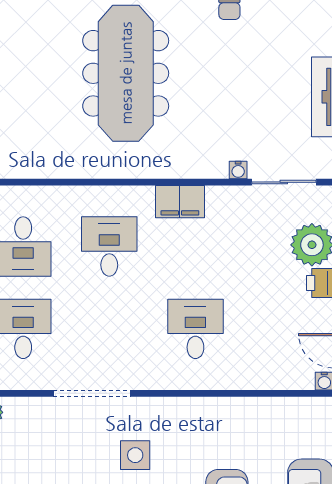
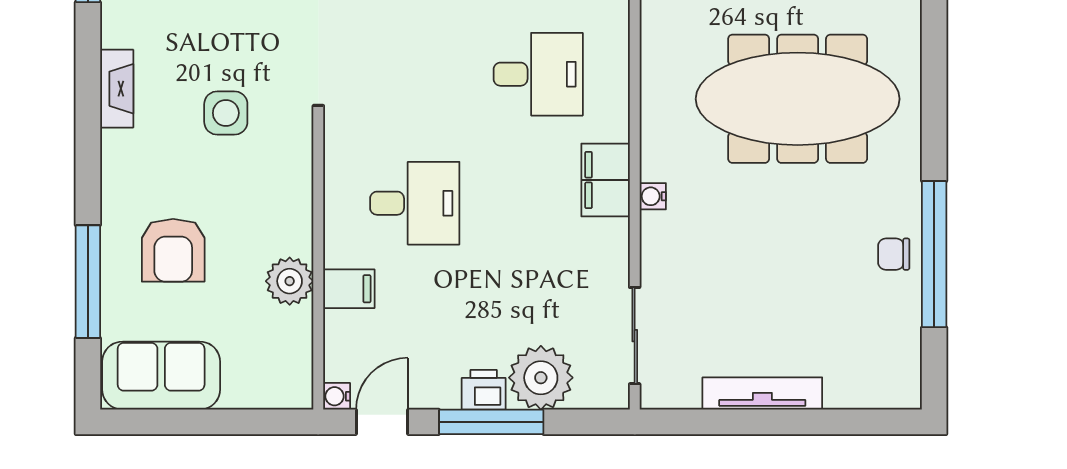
water cooler: (238, 170) -> (653, 196), moved
filing cabinet: (253, 373) -> (349, 289), added
plant: (247, 413) -> (290, 281), added

